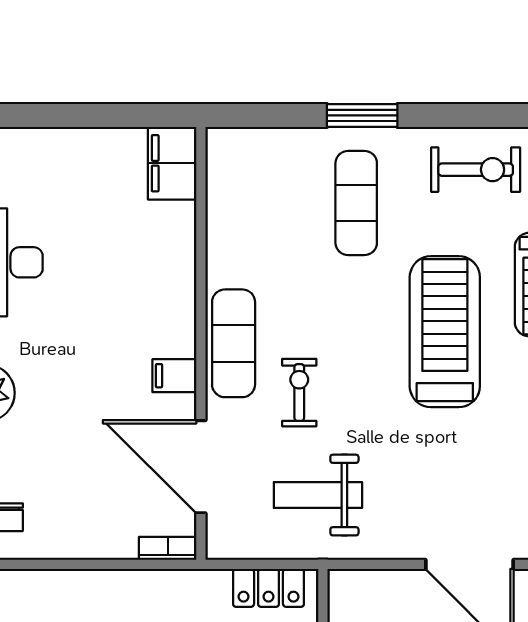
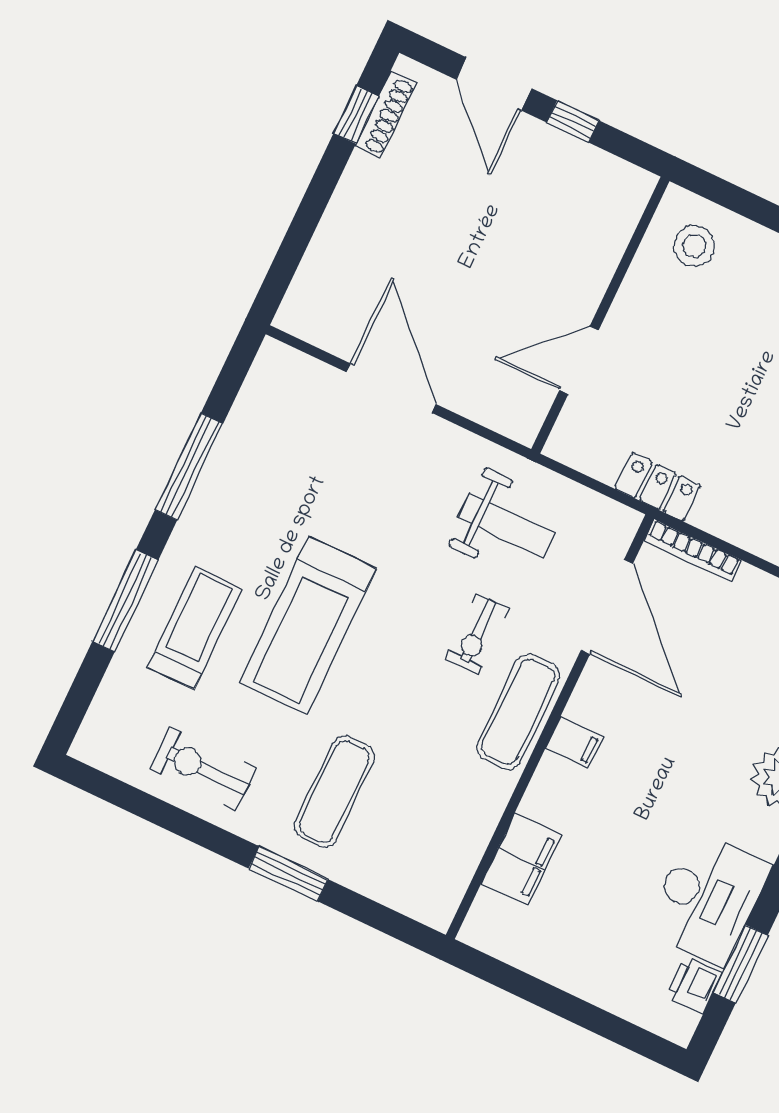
filing cabinet: (172, 163) -> (521, 859), moved
filing cabinet: (174, 376) -> (574, 743), moved
bookcase: (168, 548) -> (693, 550), width x1.56
locker: (268, 588) -> (658, 487), moved

